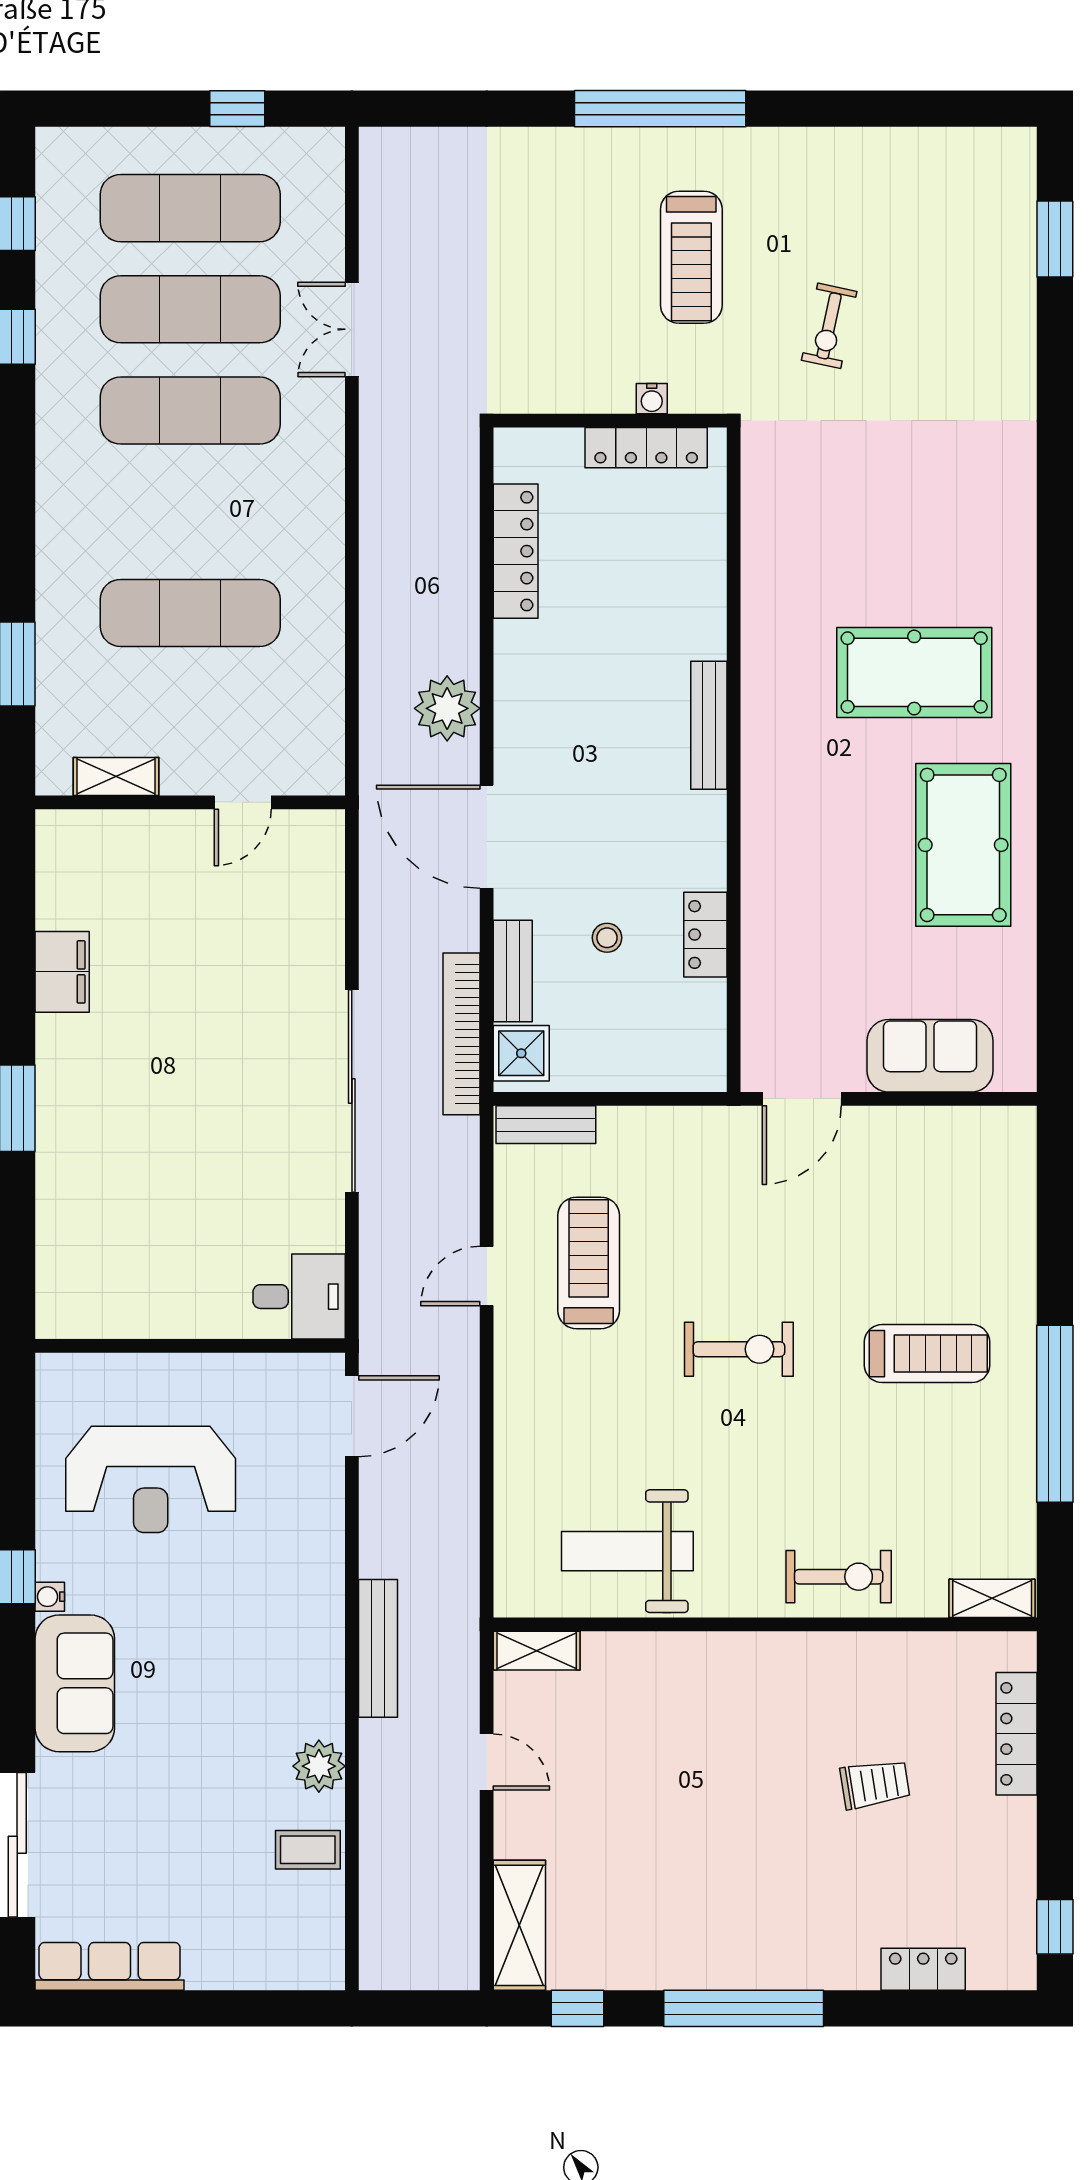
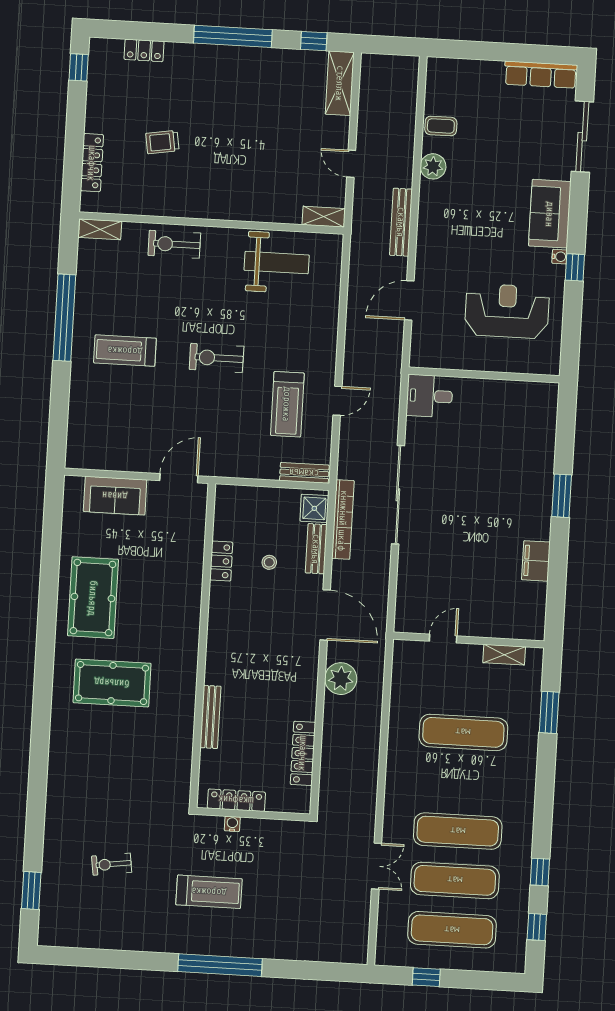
treadmill: (691, 257) -> (209, 892), turned 90
exercise bike: (829, 326) -> (112, 864), moved, turned -110
bench: (709, 725) -> (210, 717), moved
door: (352, 1416) -> (409, 300), moved

